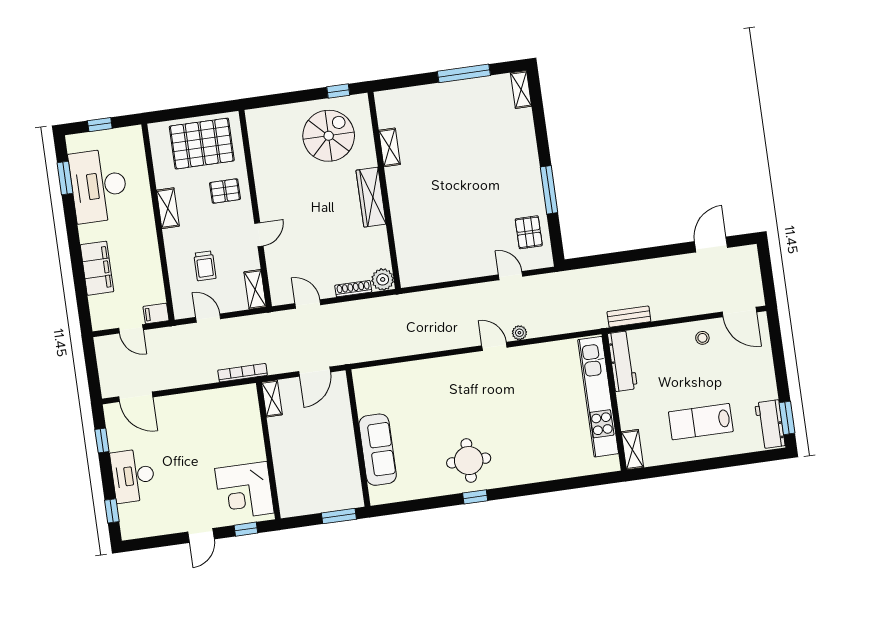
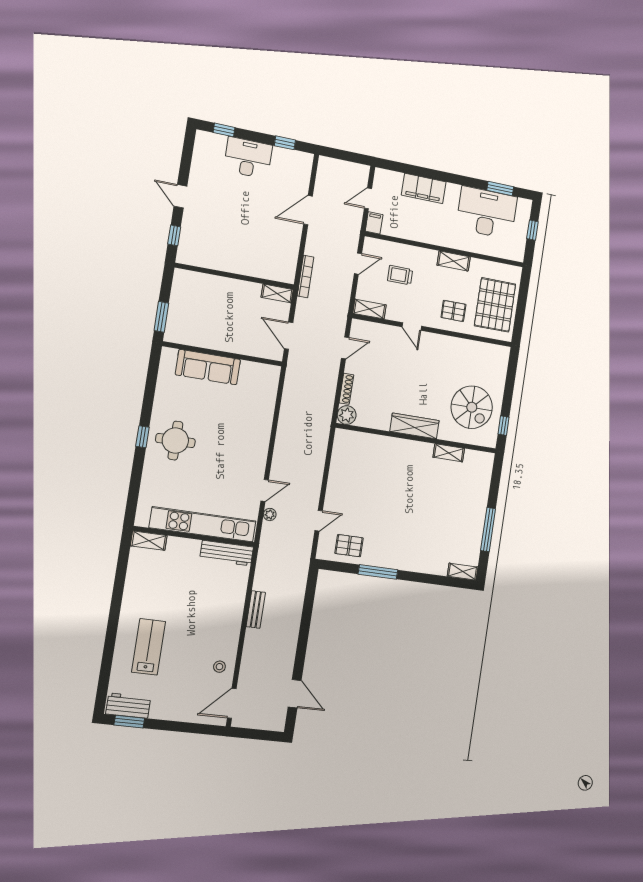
pallet: (225, 191) -> (453, 311), turned 90
workbench: (622, 361) -> (227, 553), moved
door: (136, 397) -> (308, 210), moved
kitchen unit: (598, 397) -> (203, 524), moved
wall: (614, 402) -> (194, 537), moved
shelving: (632, 450) -> (149, 541), moved
corner desk: (244, 491) -> (207, 245), removed

